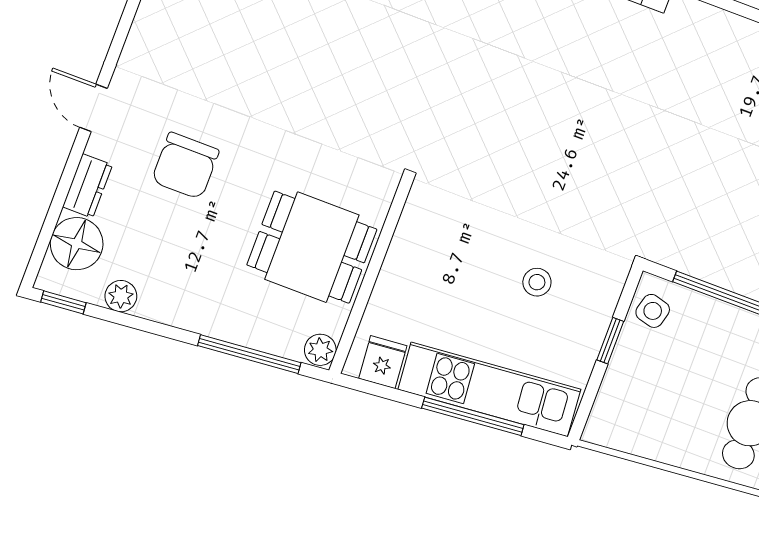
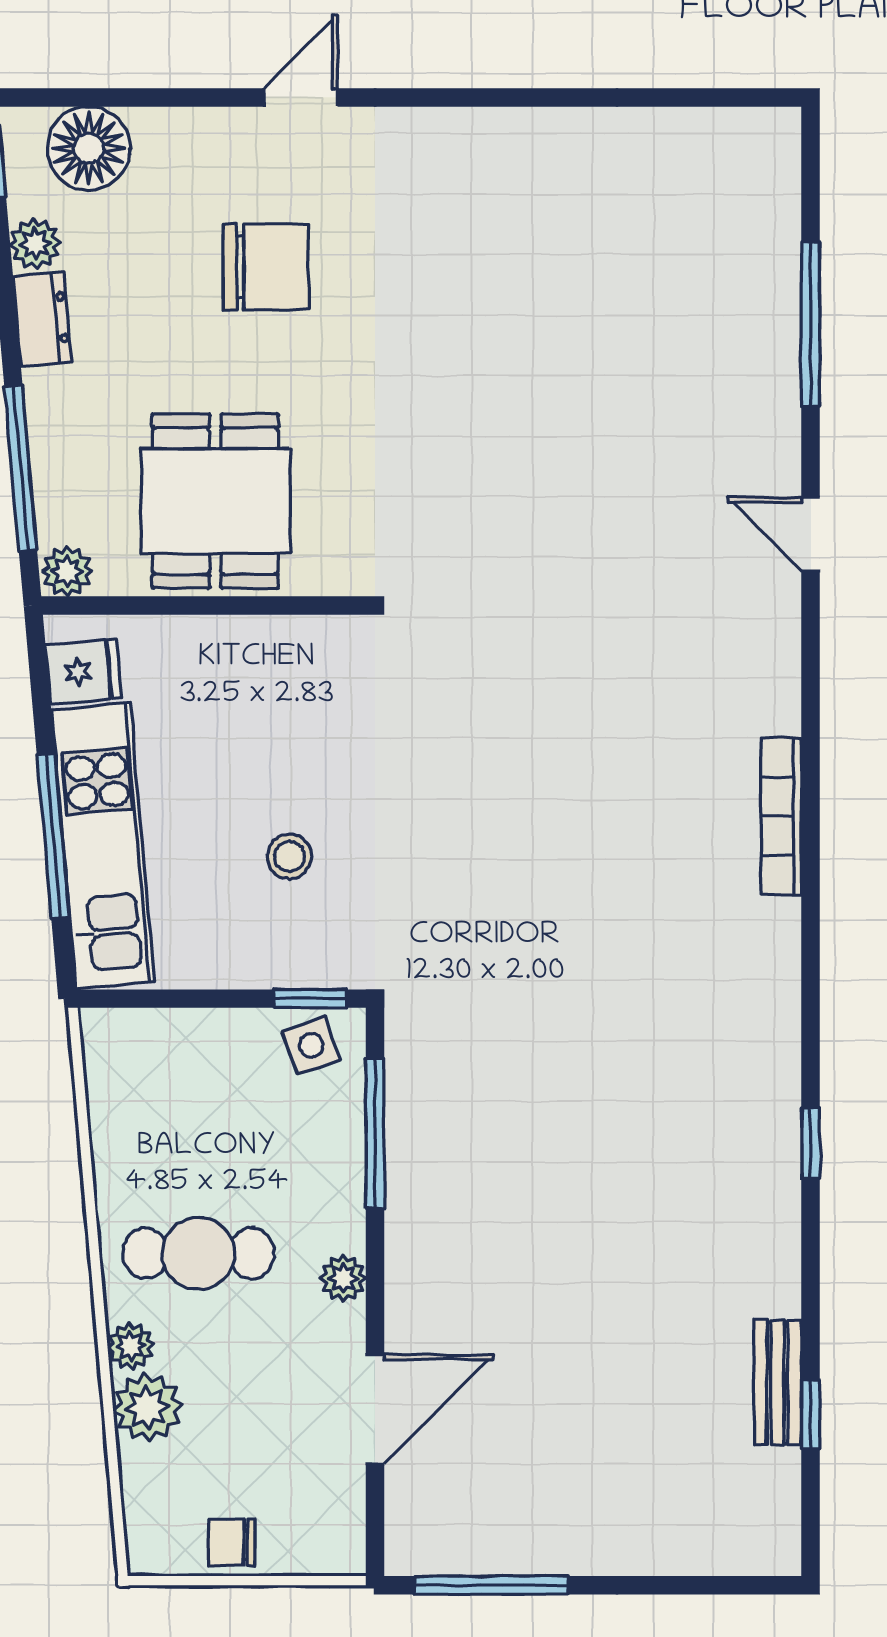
chair: (185, 166) -> (266, 267), turned 180
dresser: (87, 186) -> (42, 319), moved, turned -95
side table: (653, 311) -> (311, 1045), turned -35
window: (610, 341) -> (310, 999), moved

